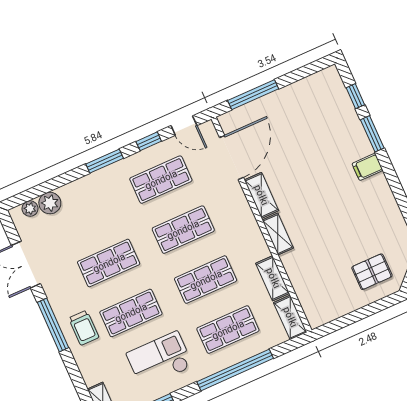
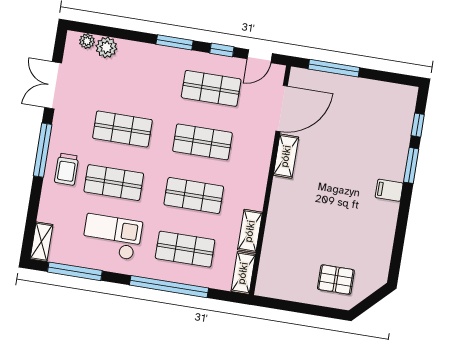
door: (184, 126) -> (260, 56), hinge flipped
shelving: (278, 234) -> (278, 197), removed

